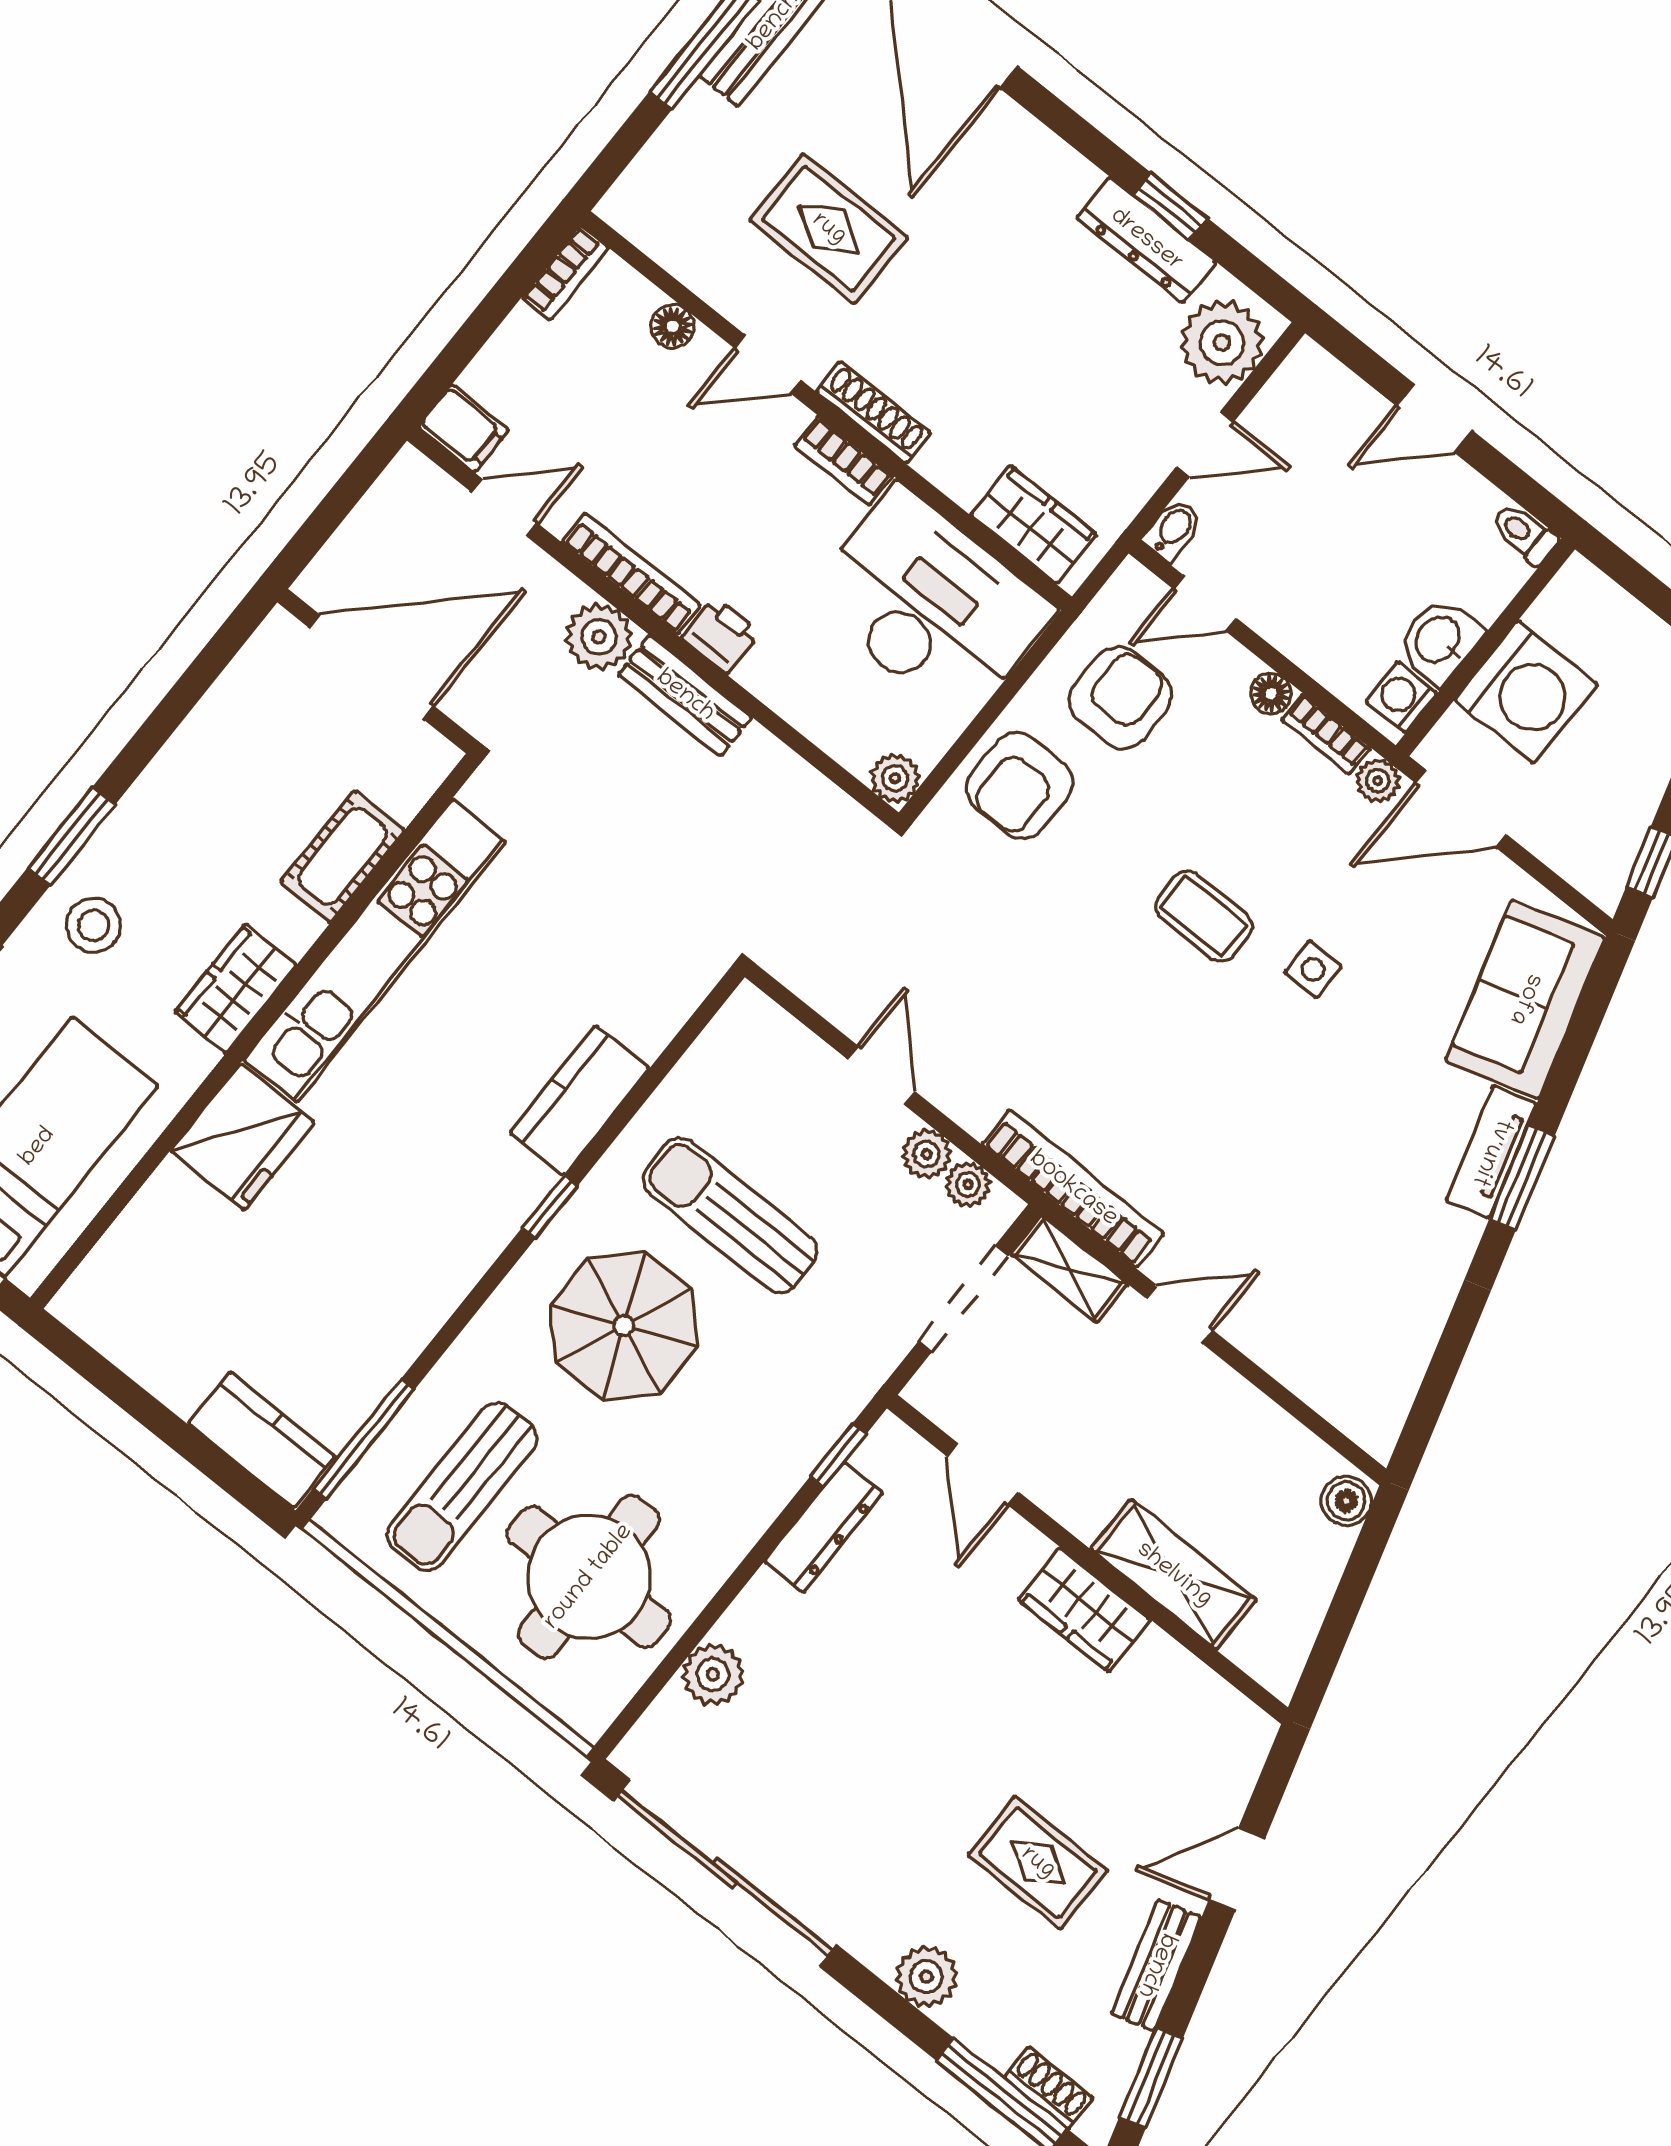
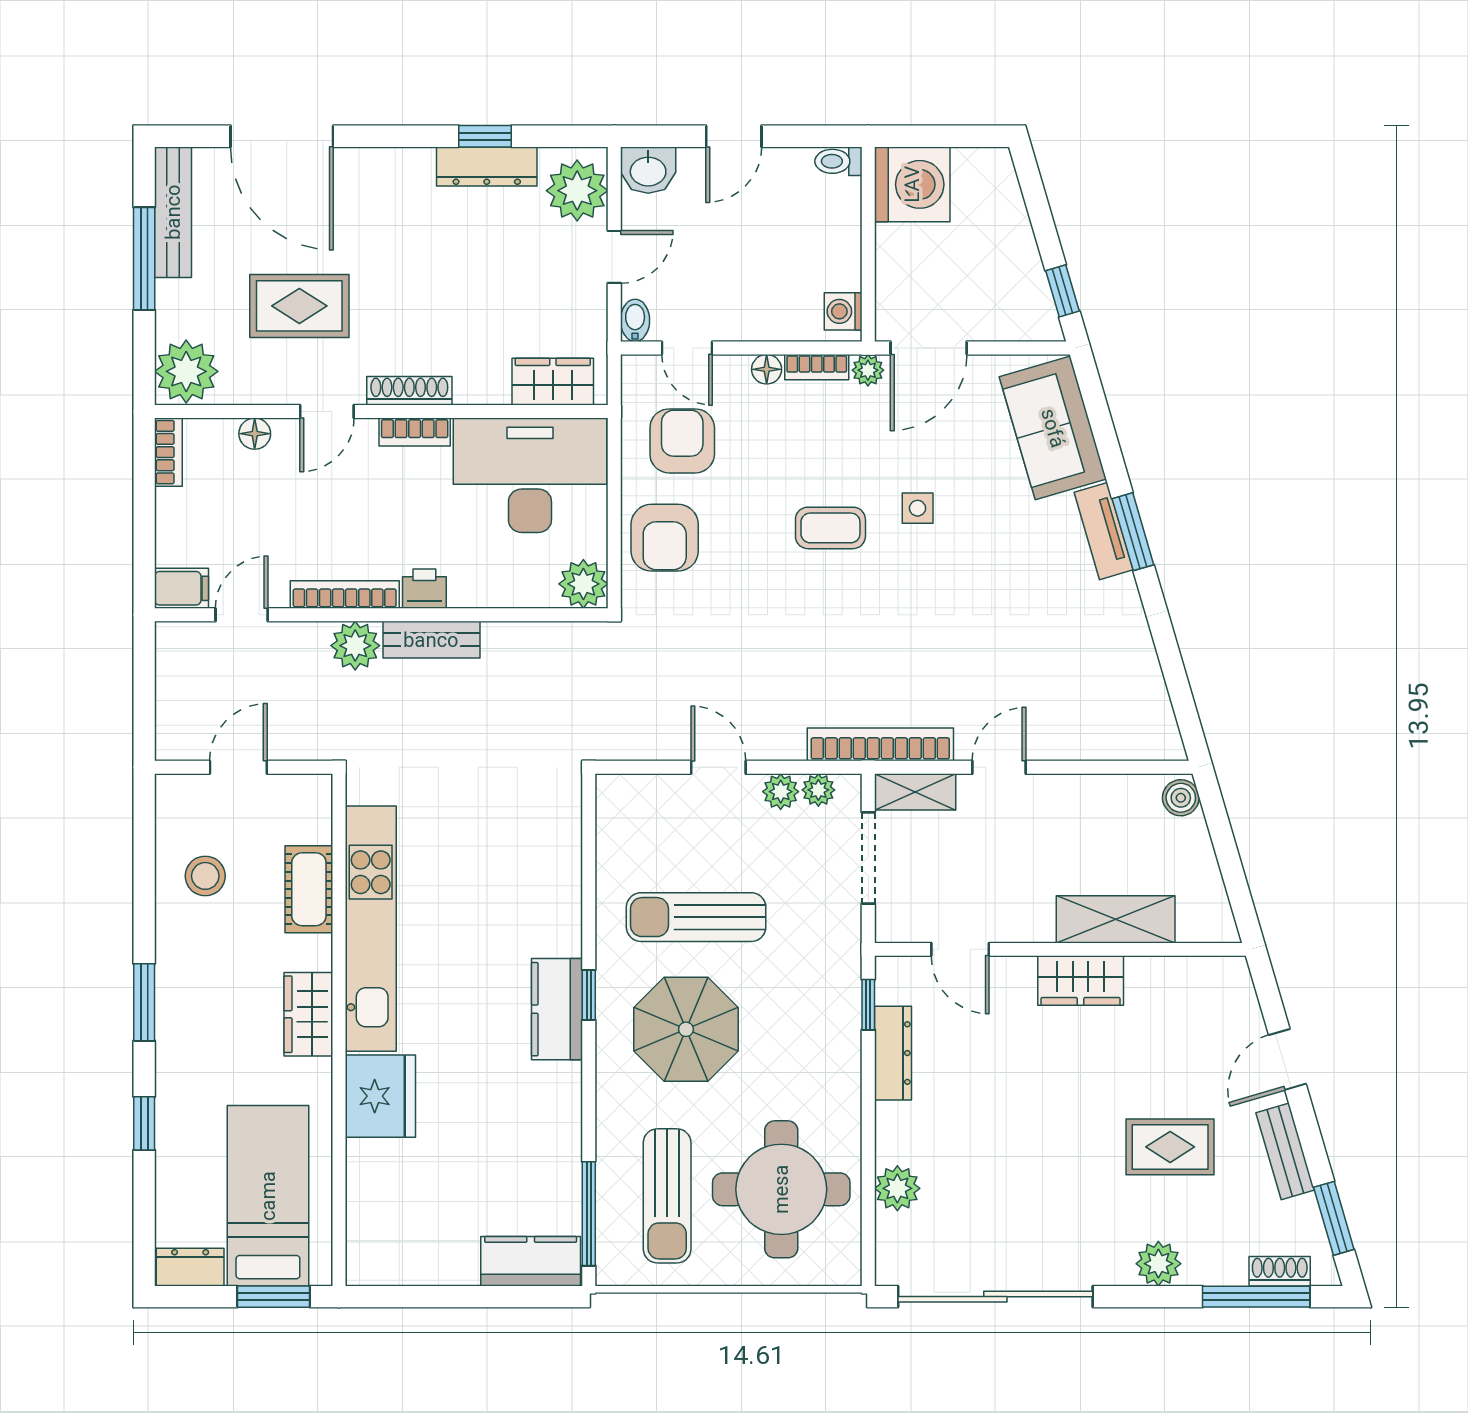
plant: (653, 202) -> (186, 371), added
door: (1205, 603) -> (687, 348), hinge flipped
washbasin: (1439, 640) -> (648, 170), moved, turned -90
door: (371, 667) -> (238, 767), width x0.53
washing machine: (1526, 692) -> (912, 184), moved
plant: (895, 778) -> (583, 584), width x1.38, depth x1.38
stool: (94, 925) -> (205, 876), moved
kitchen counter: (580, 1100) -> (557, 1009), moved

